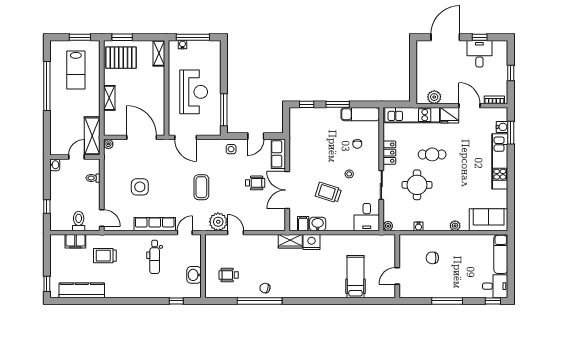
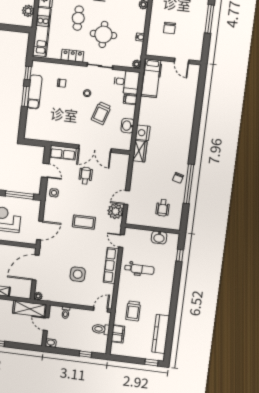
window: (307, 104) -> (28, 73), moved
exam couch: (360, 114) -> (35, 92), moved
filing cabinet: (303, 224) -> (130, 99), moved
hospital bed: (355, 277) -> (151, 78), moved, turned -90

